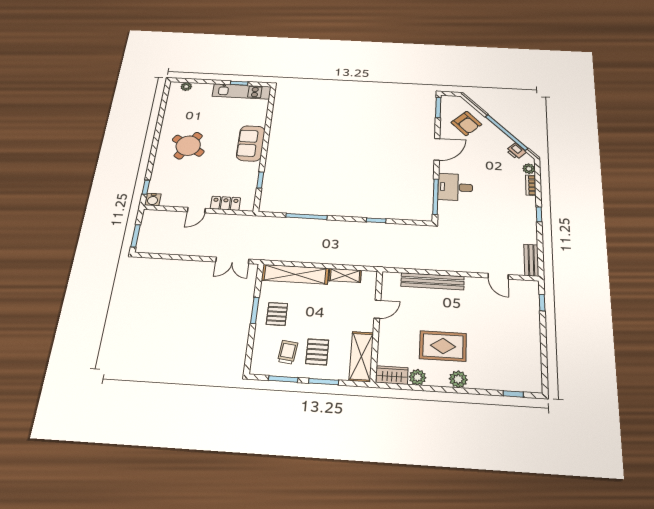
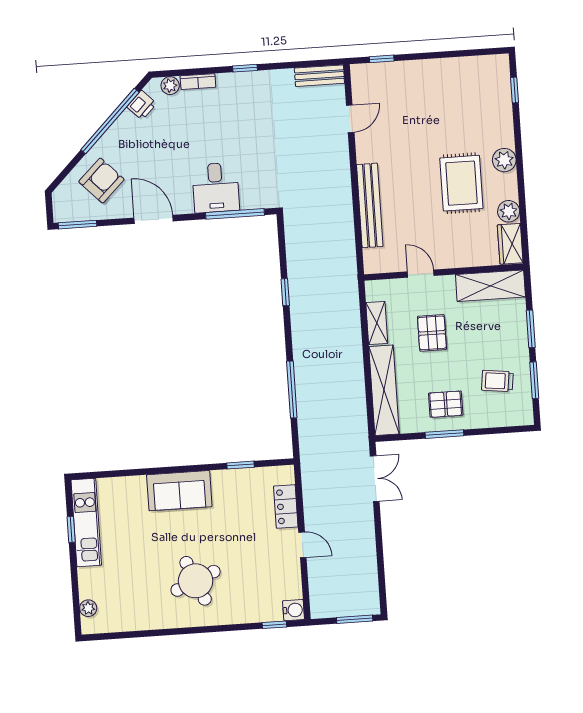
round table: (188, 146) -> (196, 581), turned 36
pallet: (317, 352) -> (432, 333), moved, turned 90

